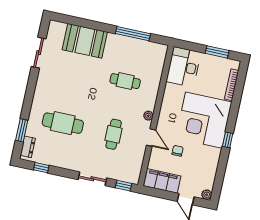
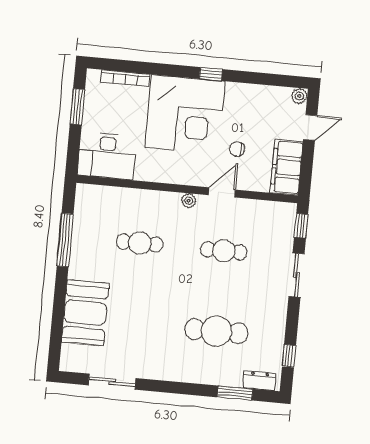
cafe table: (125, 81) -> (140, 243), turned 90
cafe table: (63, 123) -> (216, 331), turned 90

